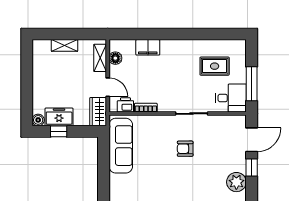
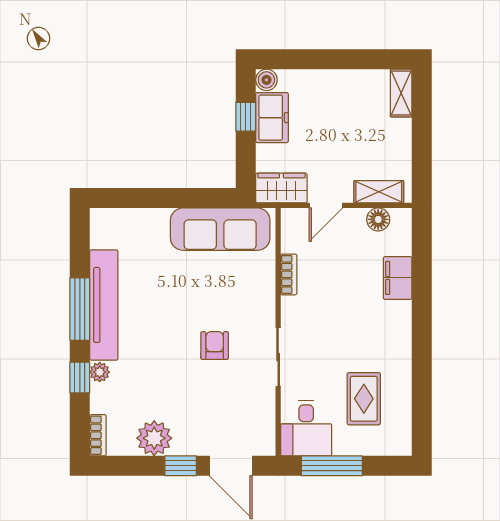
shelving: (65, 45) -> (401, 93), moved
printer: (125, 105) -> (294, 238), removed

